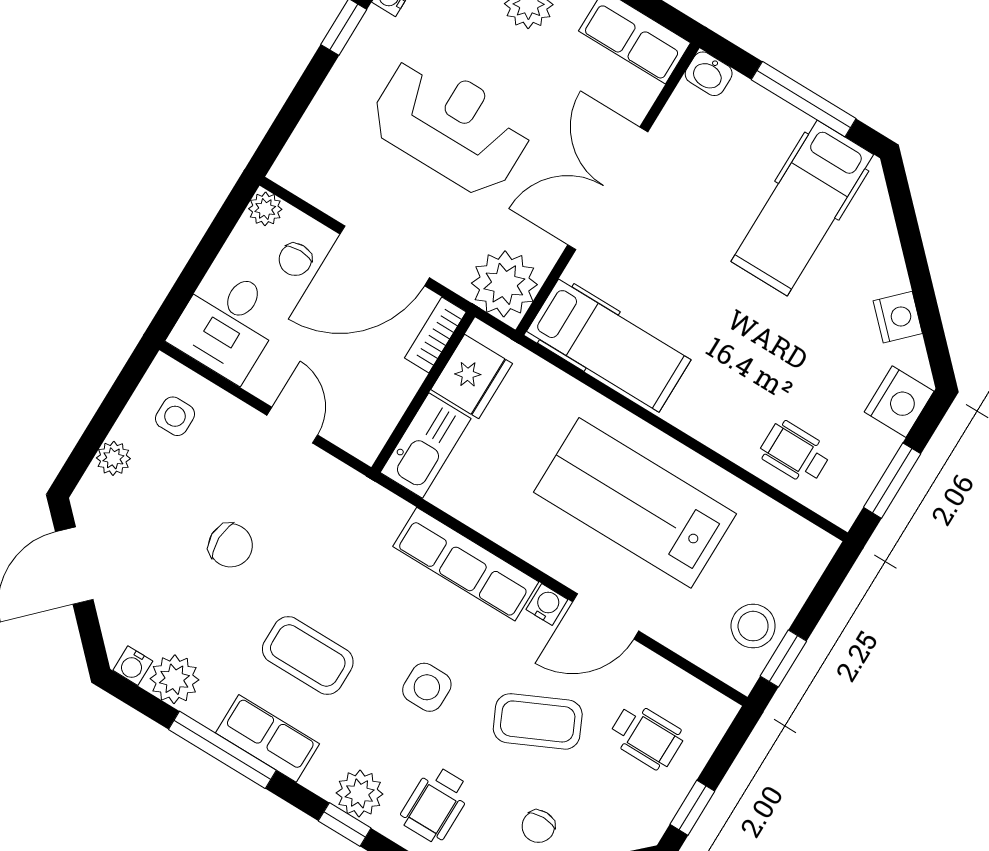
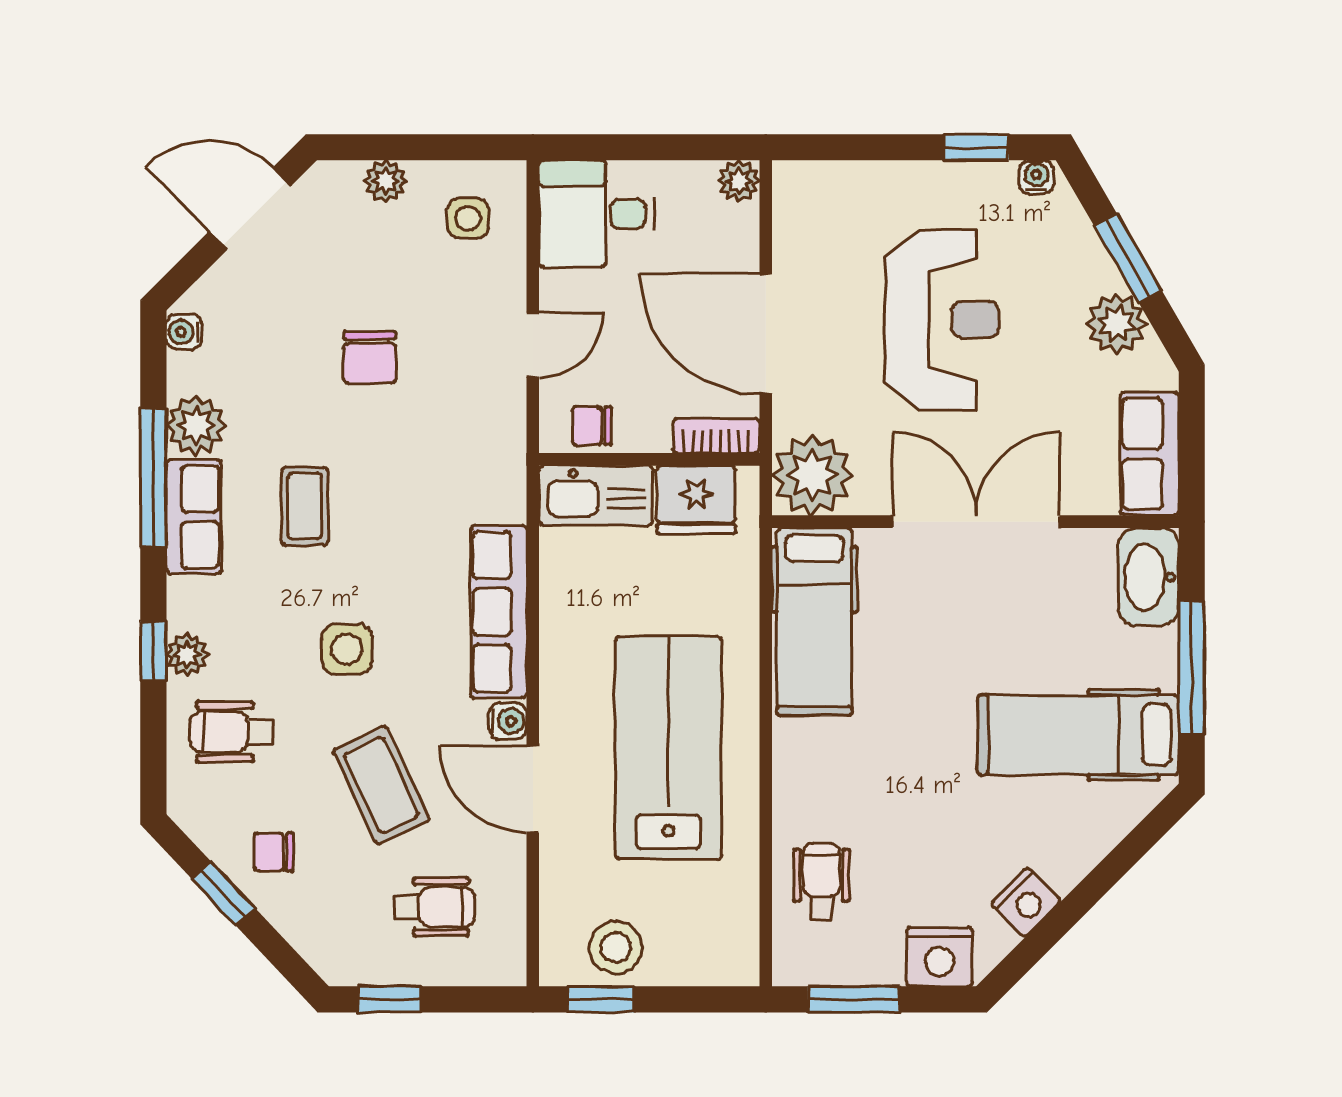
washbasin: (709, 74) -> (1149, 577), width x1.91, depth x1.45
chair: (295, 260) -> (592, 426), moved
coffee table: (308, 656) -> (305, 506), width x0.73, depth x0.77
plant: (174, 679) -> (196, 426), moved
wheelchair: (647, 736) -> (435, 907), turned -90
plant: (360, 793) -> (187, 654), width x0.73, depth x0.73

